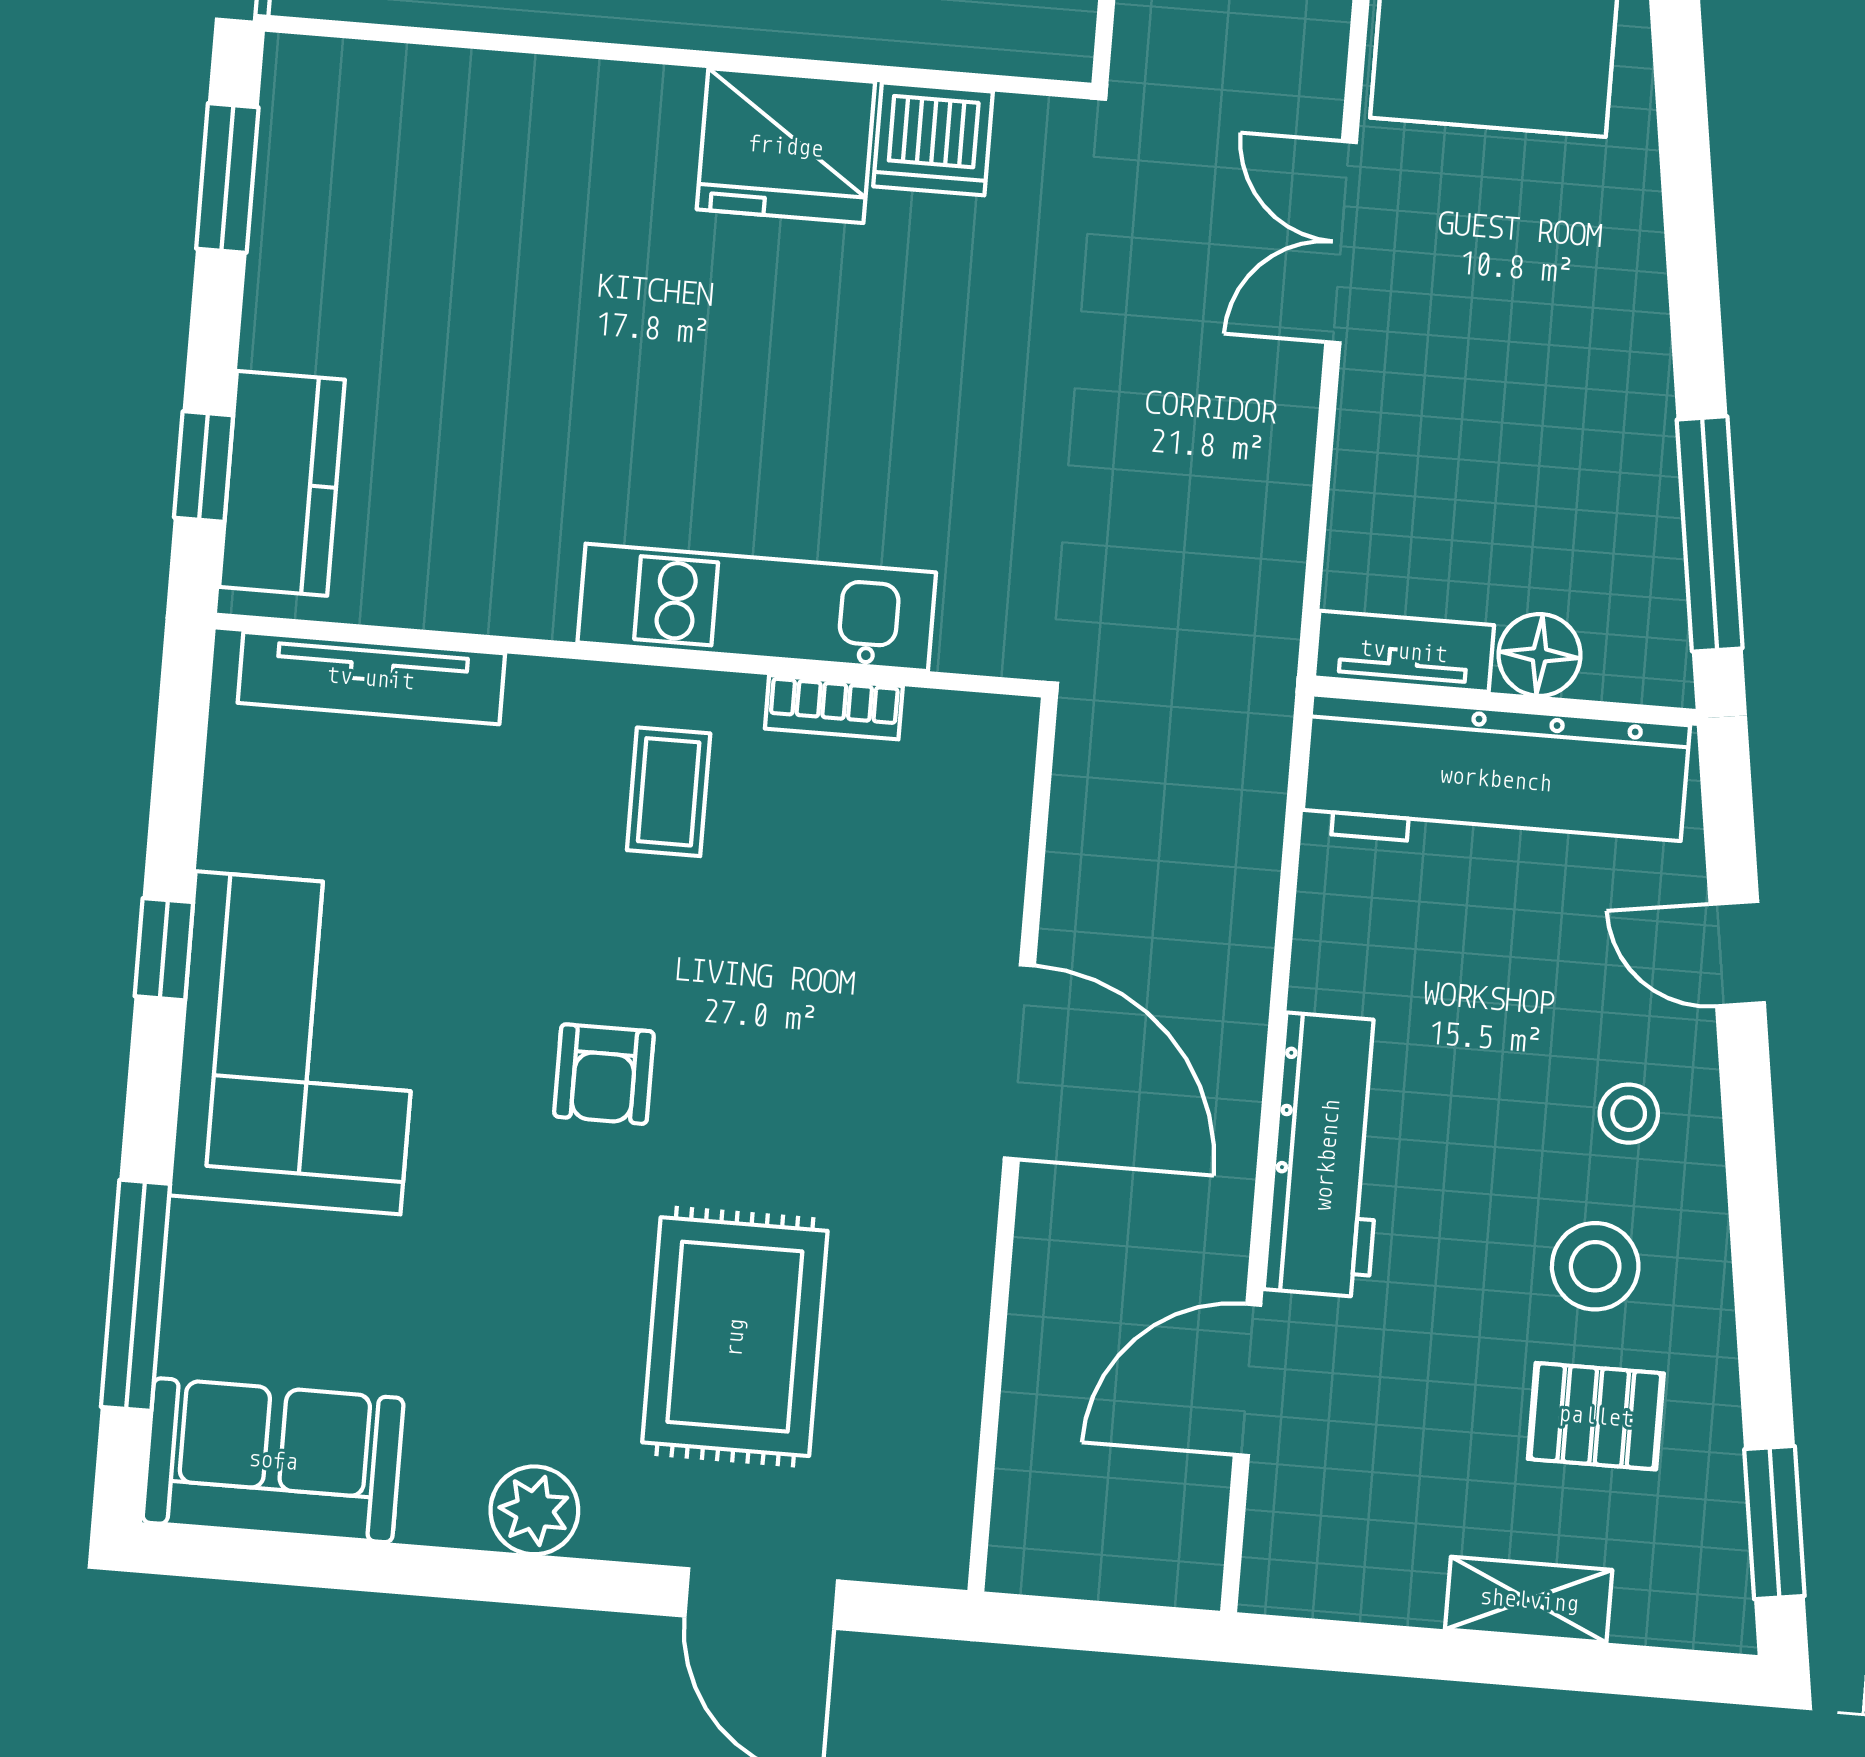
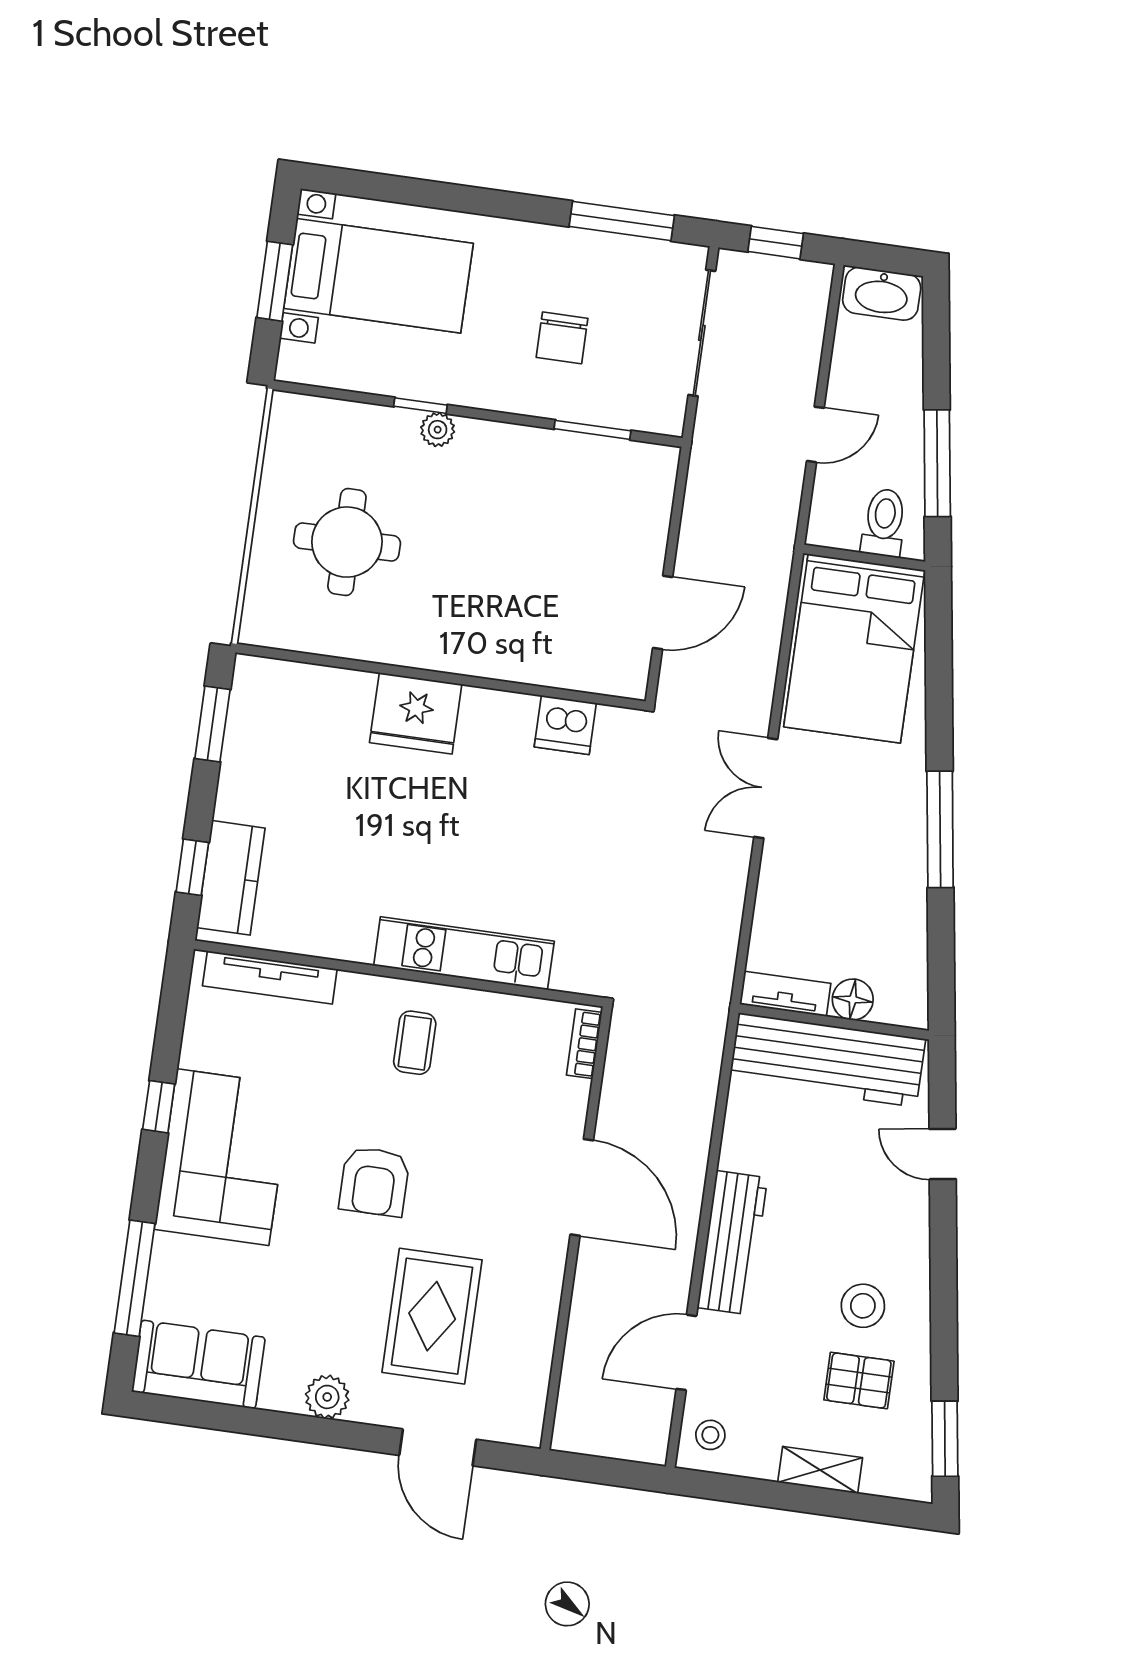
fridge: (786, 146) -> (416, 713), moved
window: (1710, 534) -> (940, 829), moved
bookcase: (834, 707) -> (584, 1044), moved, turned 90
armchair: (604, 1074) -> (374, 1182), width x1.38, depth x1.38
stool: (1629, 1114) -> (710, 1435), moved

